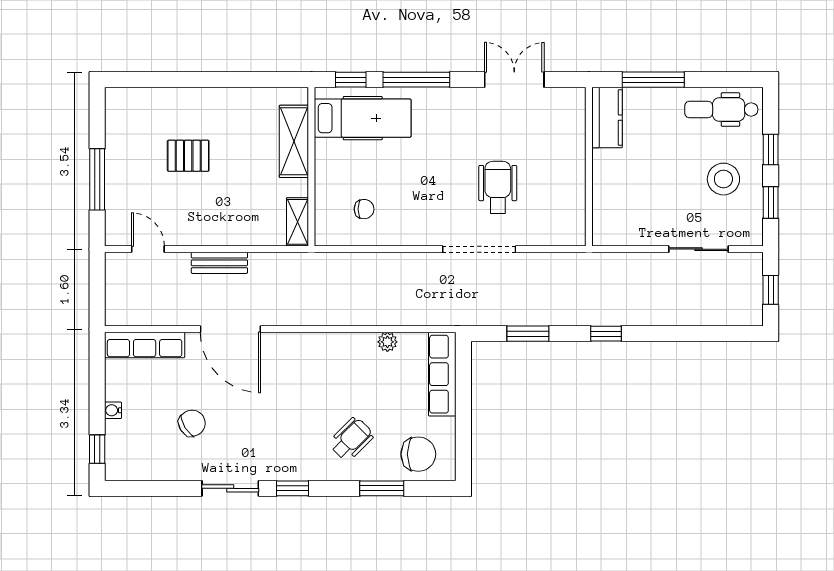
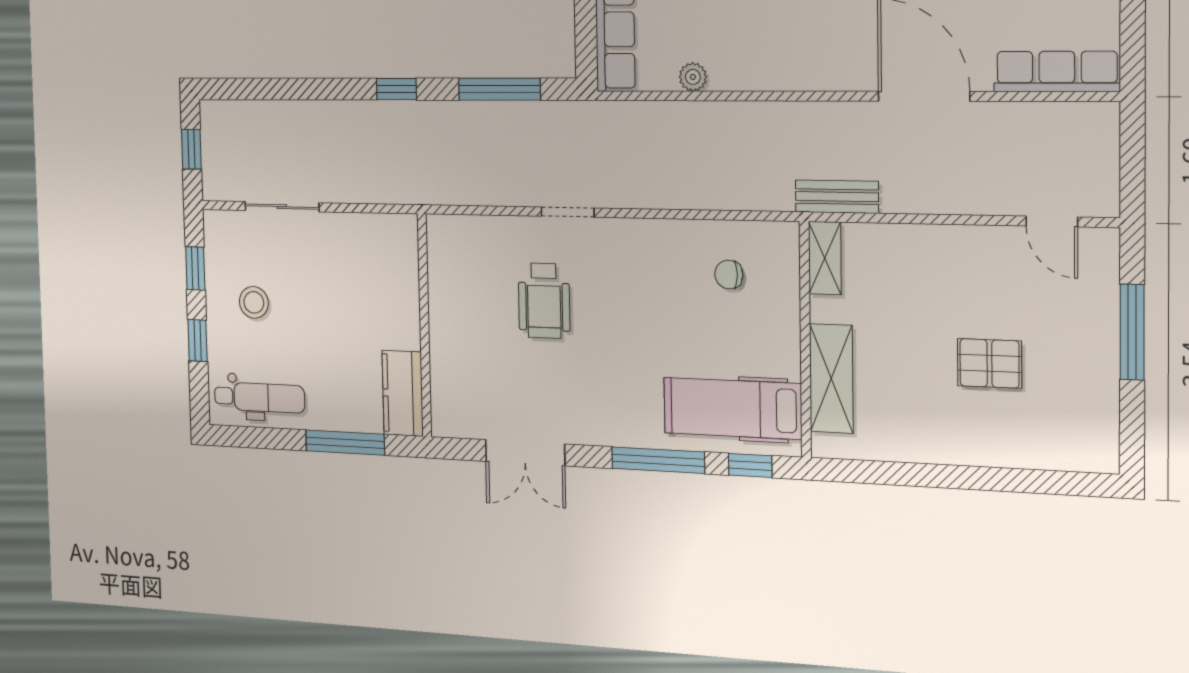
stool: (723, 179) -> (254, 302), width x0.73, depth x0.73
doorway: (479, 249) -> (568, 212), width x0.53
bench: (219, 263) -> (837, 197), moved
window: (528, 334) -> (499, 89), width x1.44

